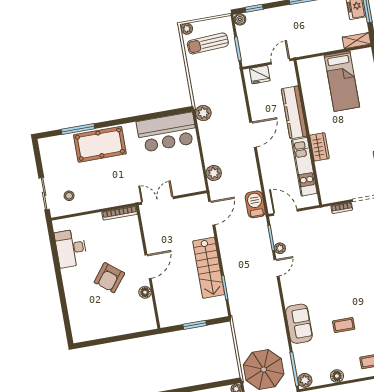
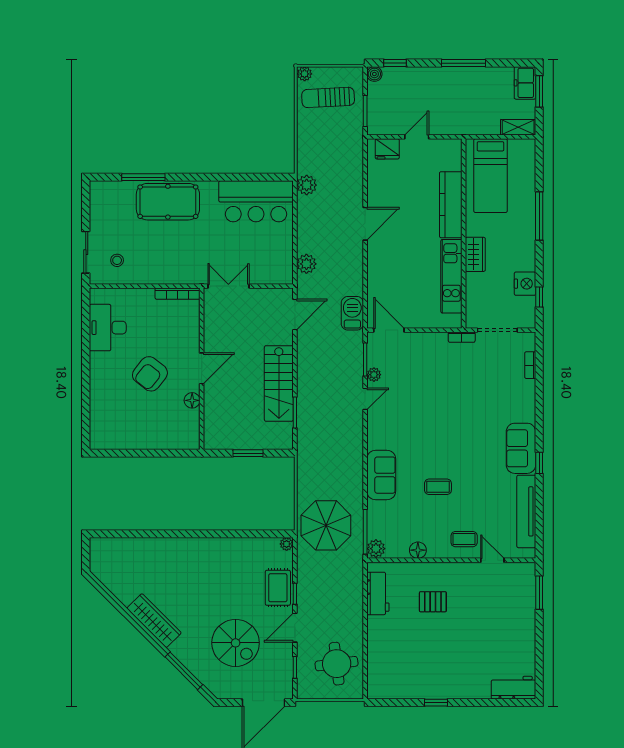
kitchen counter: (294, 112) -> (451, 205), moved
wall: (308, 133) -> (464, 233), moved
wardrobe: (319, 147) -> (475, 254), moved
kitchen unit: (304, 167) -> (451, 276), moved

